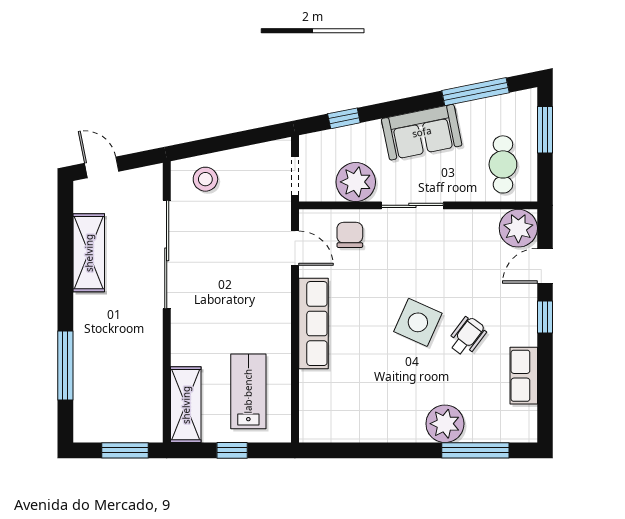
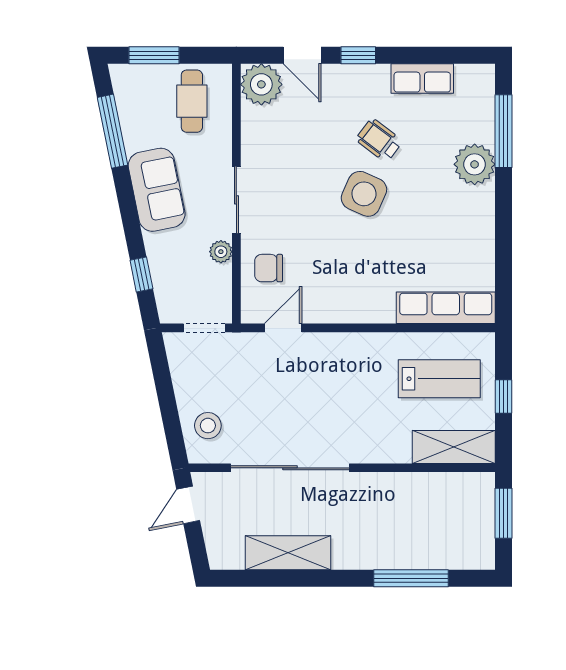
cafe table: (503, 164) -> (192, 101), turned 90
door: (102, 167) -> (188, 505), moved
plant: (356, 182) -> (221, 252), width x0.53, depth x0.53
row of seats: (313, 324) -> (446, 308), moved
lab bench: (248, 391) -> (439, 379), turned 180

